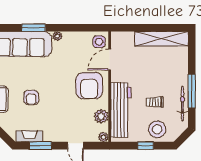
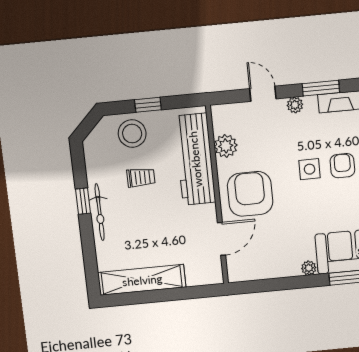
side table: (99, 42) -> (310, 169), moved
window: (192, 91) -> (83, 201), width x0.46
bicycle: (182, 103) -> (100, 212), moved
plant: (103, 137) -> (295, 105), moved

